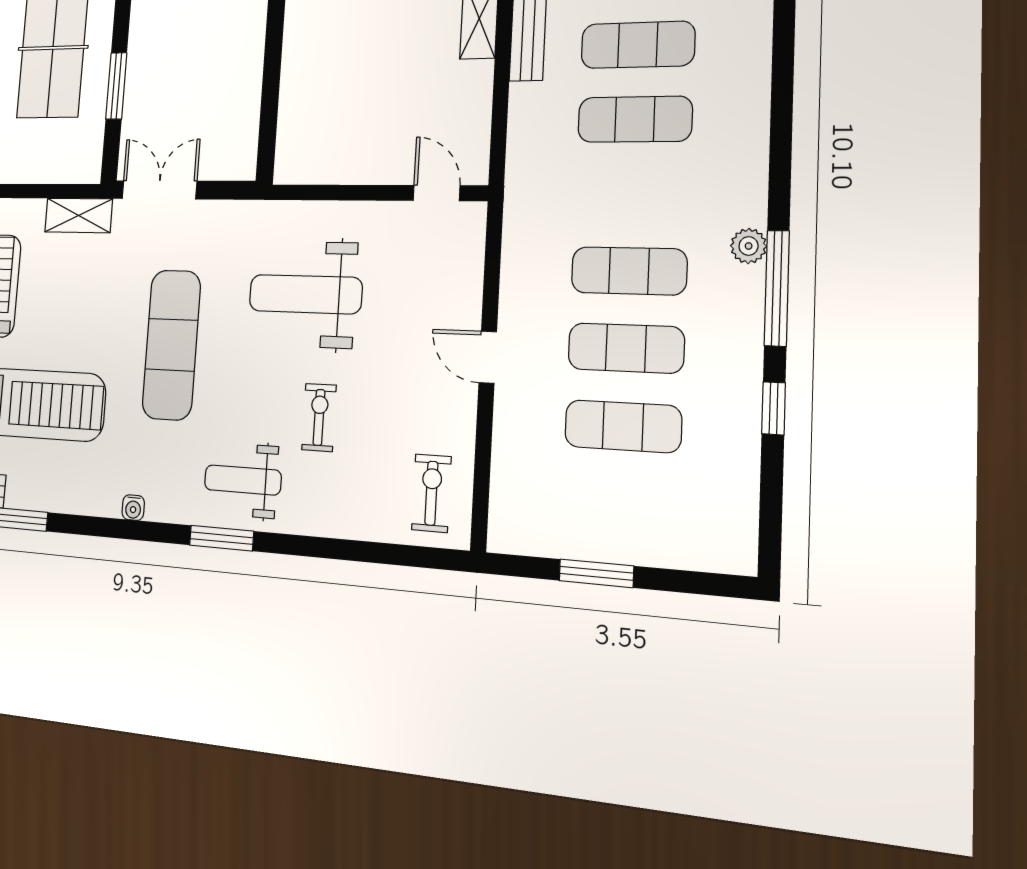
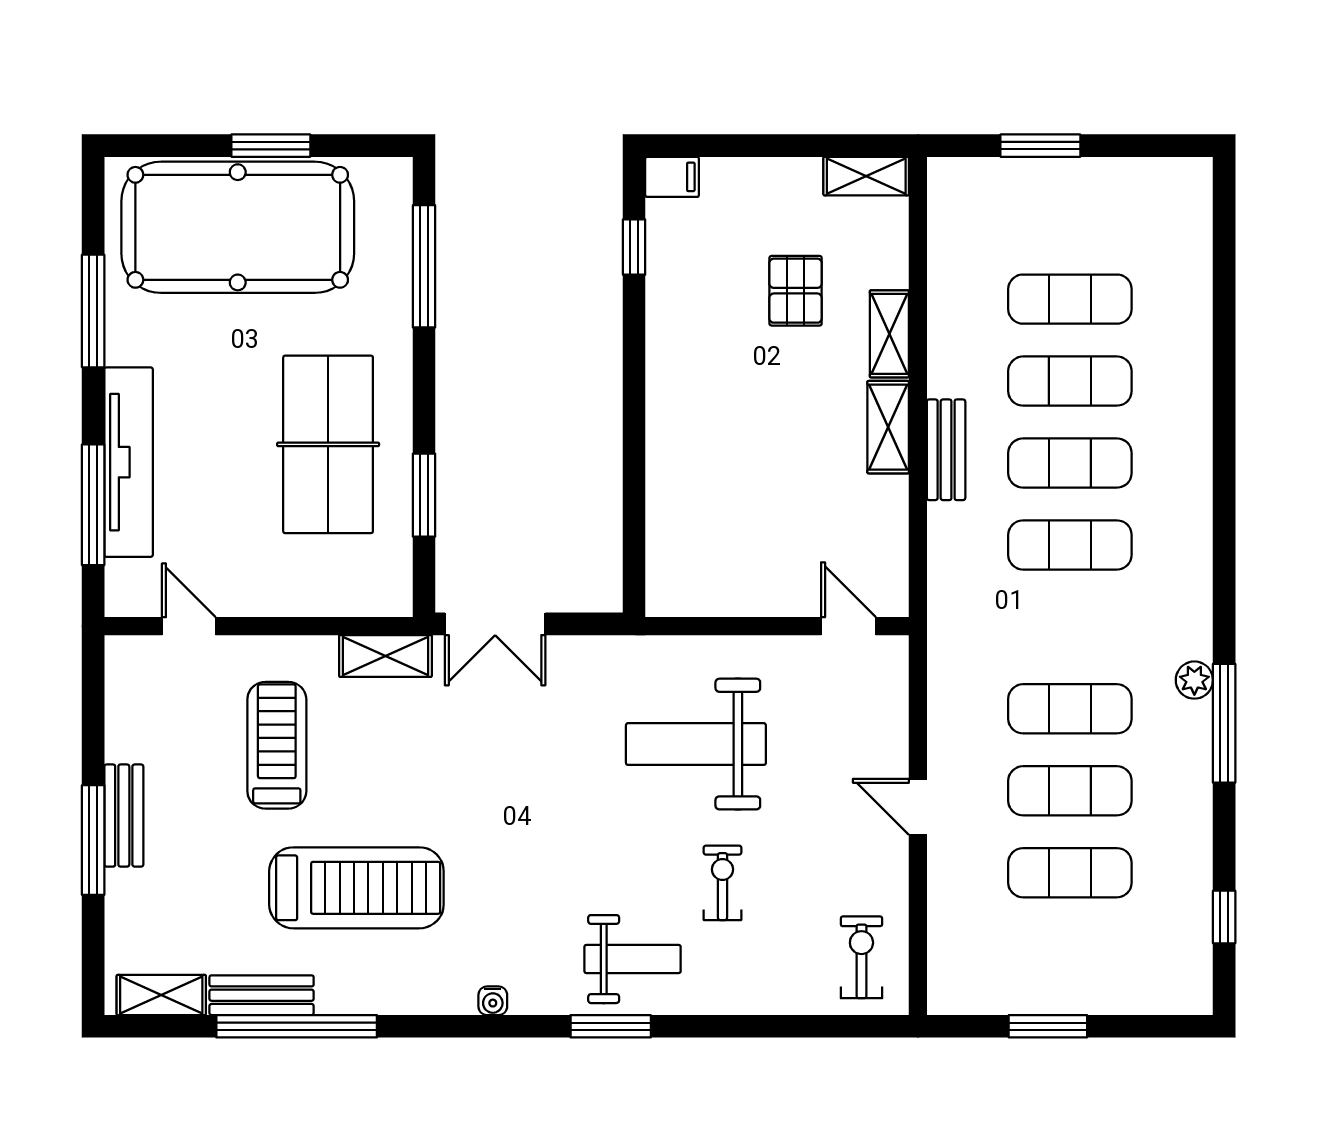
double door: (159, 190) -> (495, 624), swing flipped
exercise mat: (171, 345) -> (527, 809), removed
window: (774, 408) -> (1224, 917), moved
weight bench: (243, 480) -> (633, 959), turned 180

